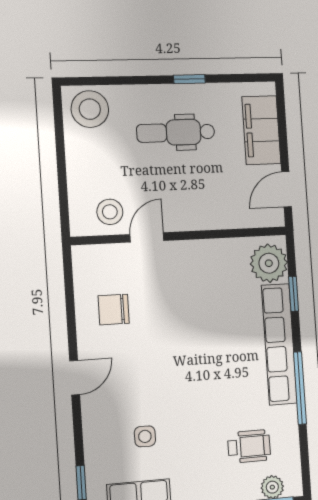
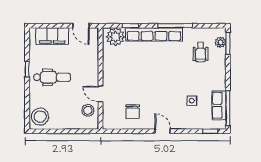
dental chair: (176, 132) -> (52, 77), turned -90
wheelchair: (249, 446) -> (201, 52), turned 180

